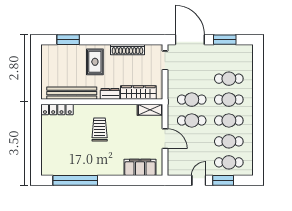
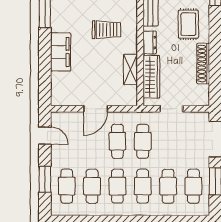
cafe table: (229, 58) -> (193, 186), added
doorway: (165, 60) -> (171, 109), moved
rug: (95, 62) -> (188, 24), turned 90
shelving: (150, 110) -> (130, 70), moved
filing cabinet: (140, 167) -> (61, 52), moved
door: (199, 180) -> (45, 136), moved

